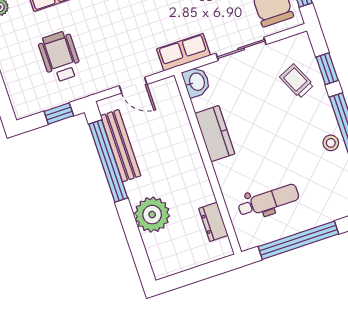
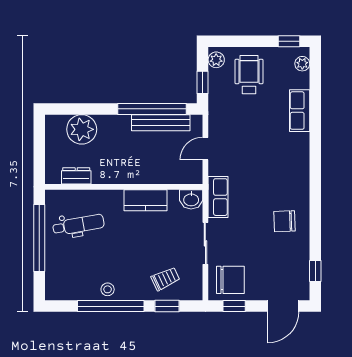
wheelchair: (60, 57) -> (249, 75), moved, turned -90
plant: (28, 107) -> (216, 60), added
dental chair: (268, 201) -> (78, 225), turned -100
plant: (152, 215) -> (82, 129), moved

